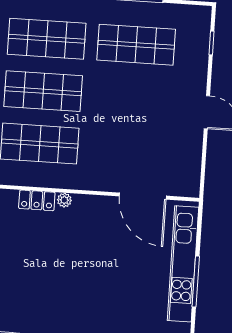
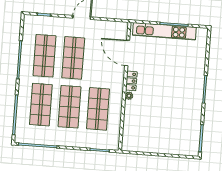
shop shelf: (133, 97) -> (73, 58), added
door: (143, 196) -> (127, 53), swing flipped
locker: (37, 200) -> (131, 81), moved

